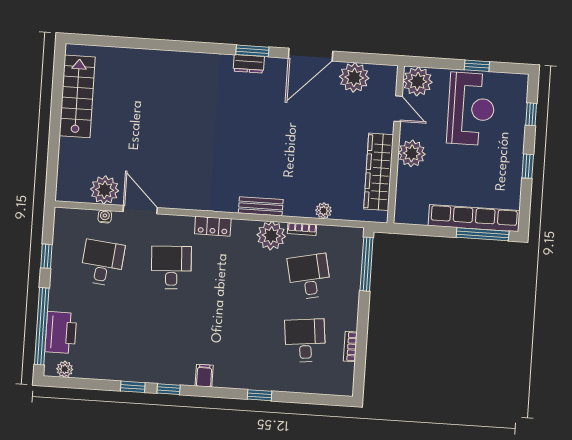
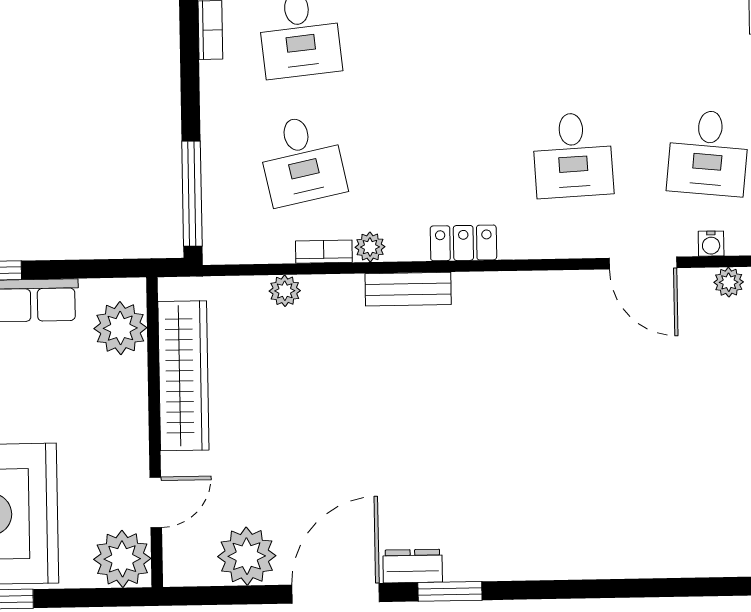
dresser: (249, 64) -> (413, 566), moved
door: (398, 109) -> (156, 502), swing flipped
plant: (412, 153) -> (120, 328), moved
plant: (105, 190) -> (729, 282), width x0.53, depth x0.53
locker: (213, 226) -> (463, 243), moved
plant: (271, 236) -> (370, 247), width x0.53, depth x0.53

